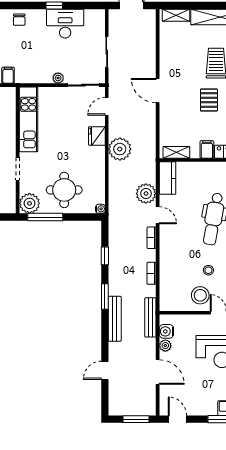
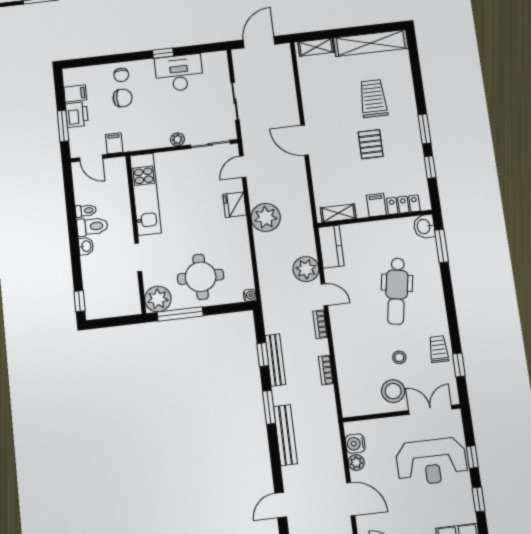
chair: (18, 39) -> (123, 98), added
bench: (150, 317) -> (275, 360), moved

